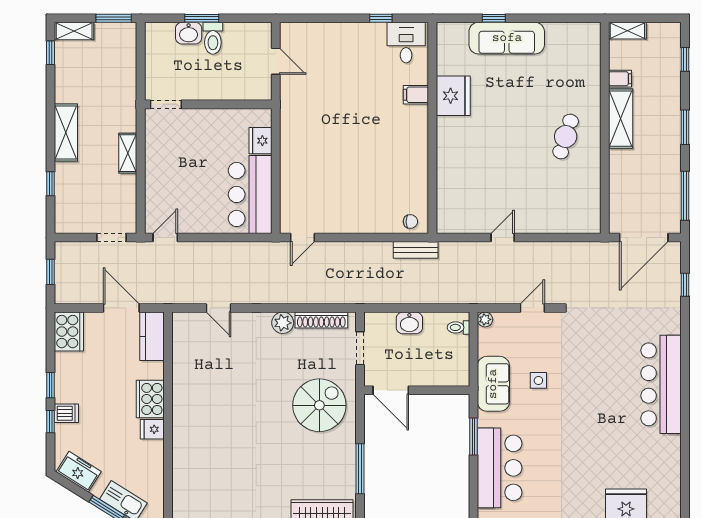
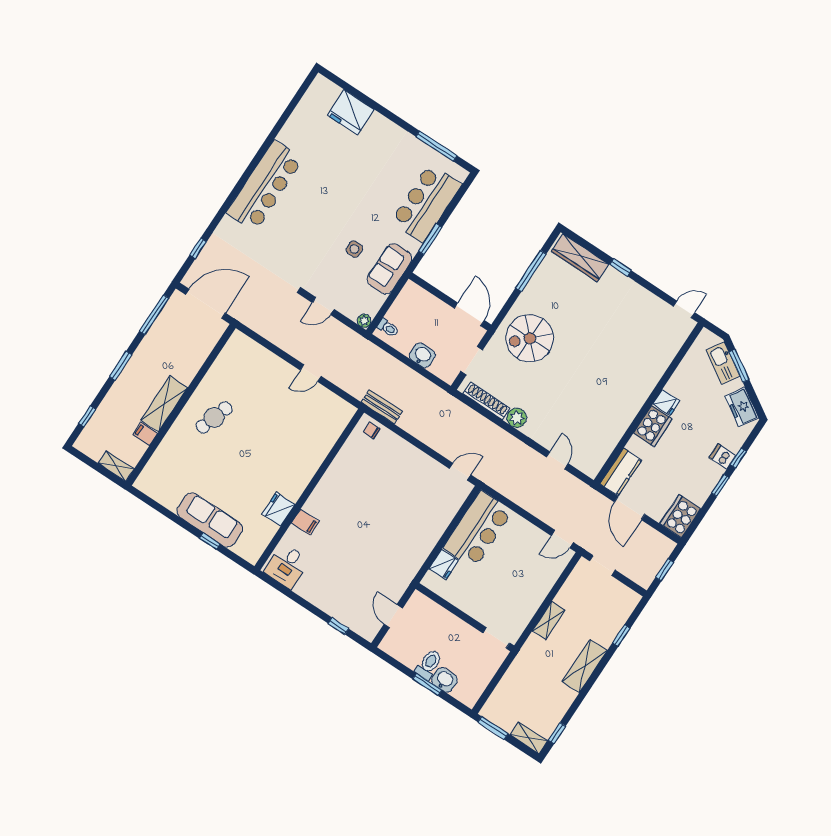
window: (381, 18) -> (338, 626), moved
fridge: (453, 96) -> (279, 509), width x0.73, depth x0.75

